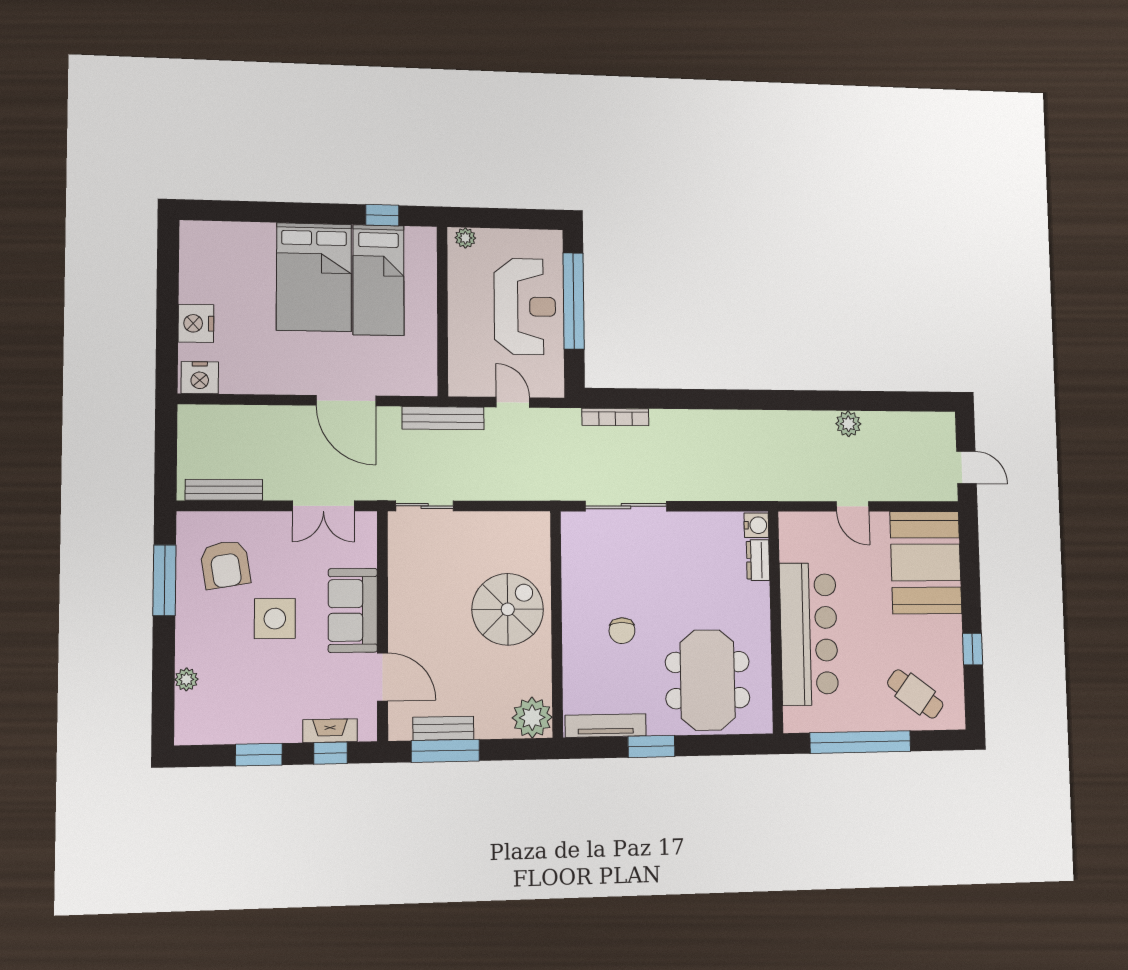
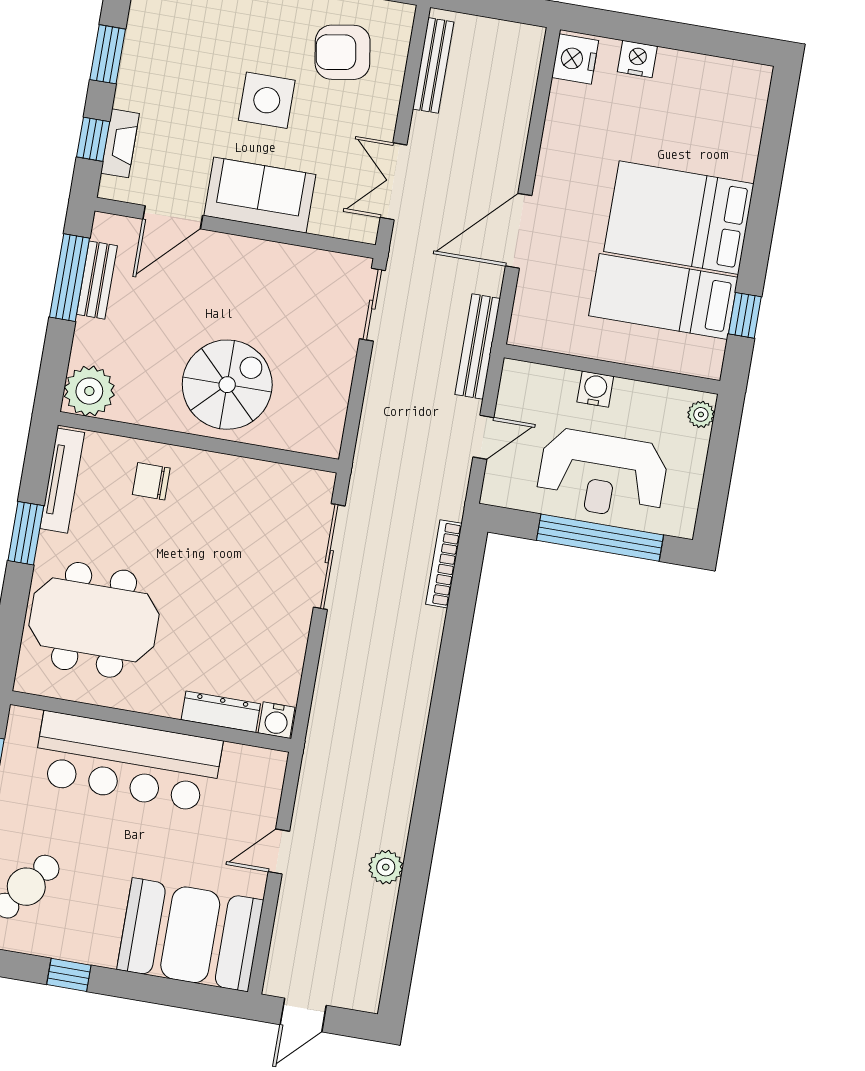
water cooler: (460, 322) -> (595, 389), added
nightstand: (196, 323) -> (637, 59), width x0.74, depth x0.75
dresser: (758, 560) -> (221, 712), width x1.44
spiral stairs: (508, 609) -> (227, 385), turned -90
chair: (622, 631) -> (151, 481), moved

